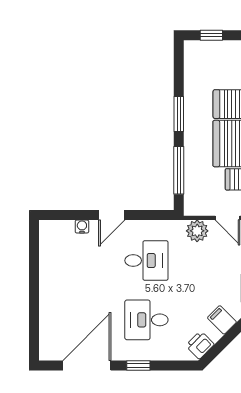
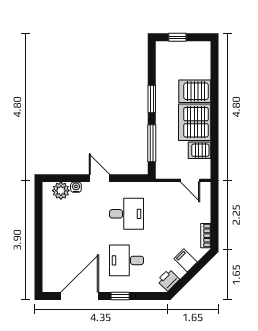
door: (112, 215) -> (99, 178), swing flipped
plant: (197, 231) -> (61, 191), moved

